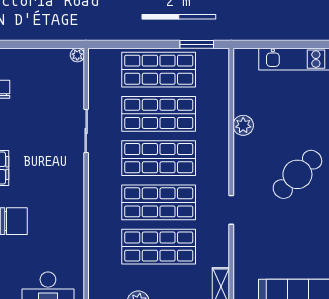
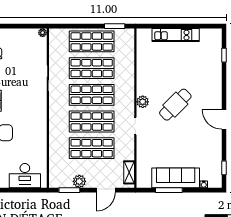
plant: (243, 125) -> (143, 102), moved

